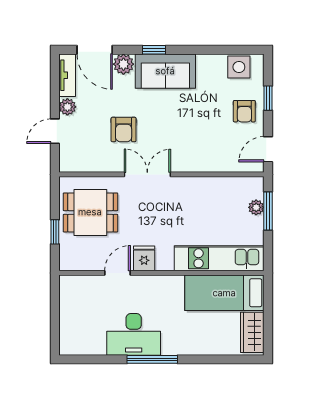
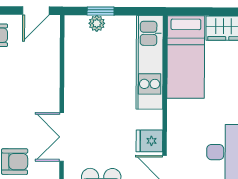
door: (268, 149) -> (36, 11), hinge flipped
window: (268, 211) -> (101, 11), width x0.67

